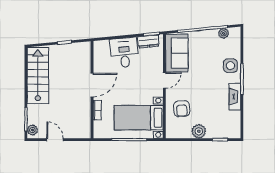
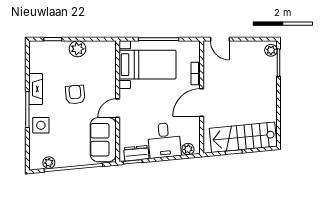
plant: (104, 45) -> (188, 149), added
stairs: (38, 76) -> (243, 137), moved, turned 84
armchair: (182, 109) -> (75, 95), moved
door: (55, 140) -> (220, 39), moved

